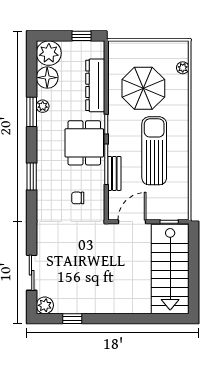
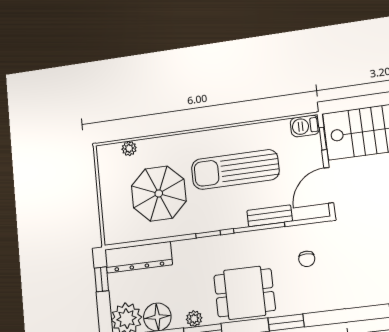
dresser: (95, 85) -> (138, 257), moved
dining table: (84, 143) -> (245, 293), moved
barbecue: (181, 209) -> (305, 126), added
door: (132, 222) -> (329, 185), hinge flipped

